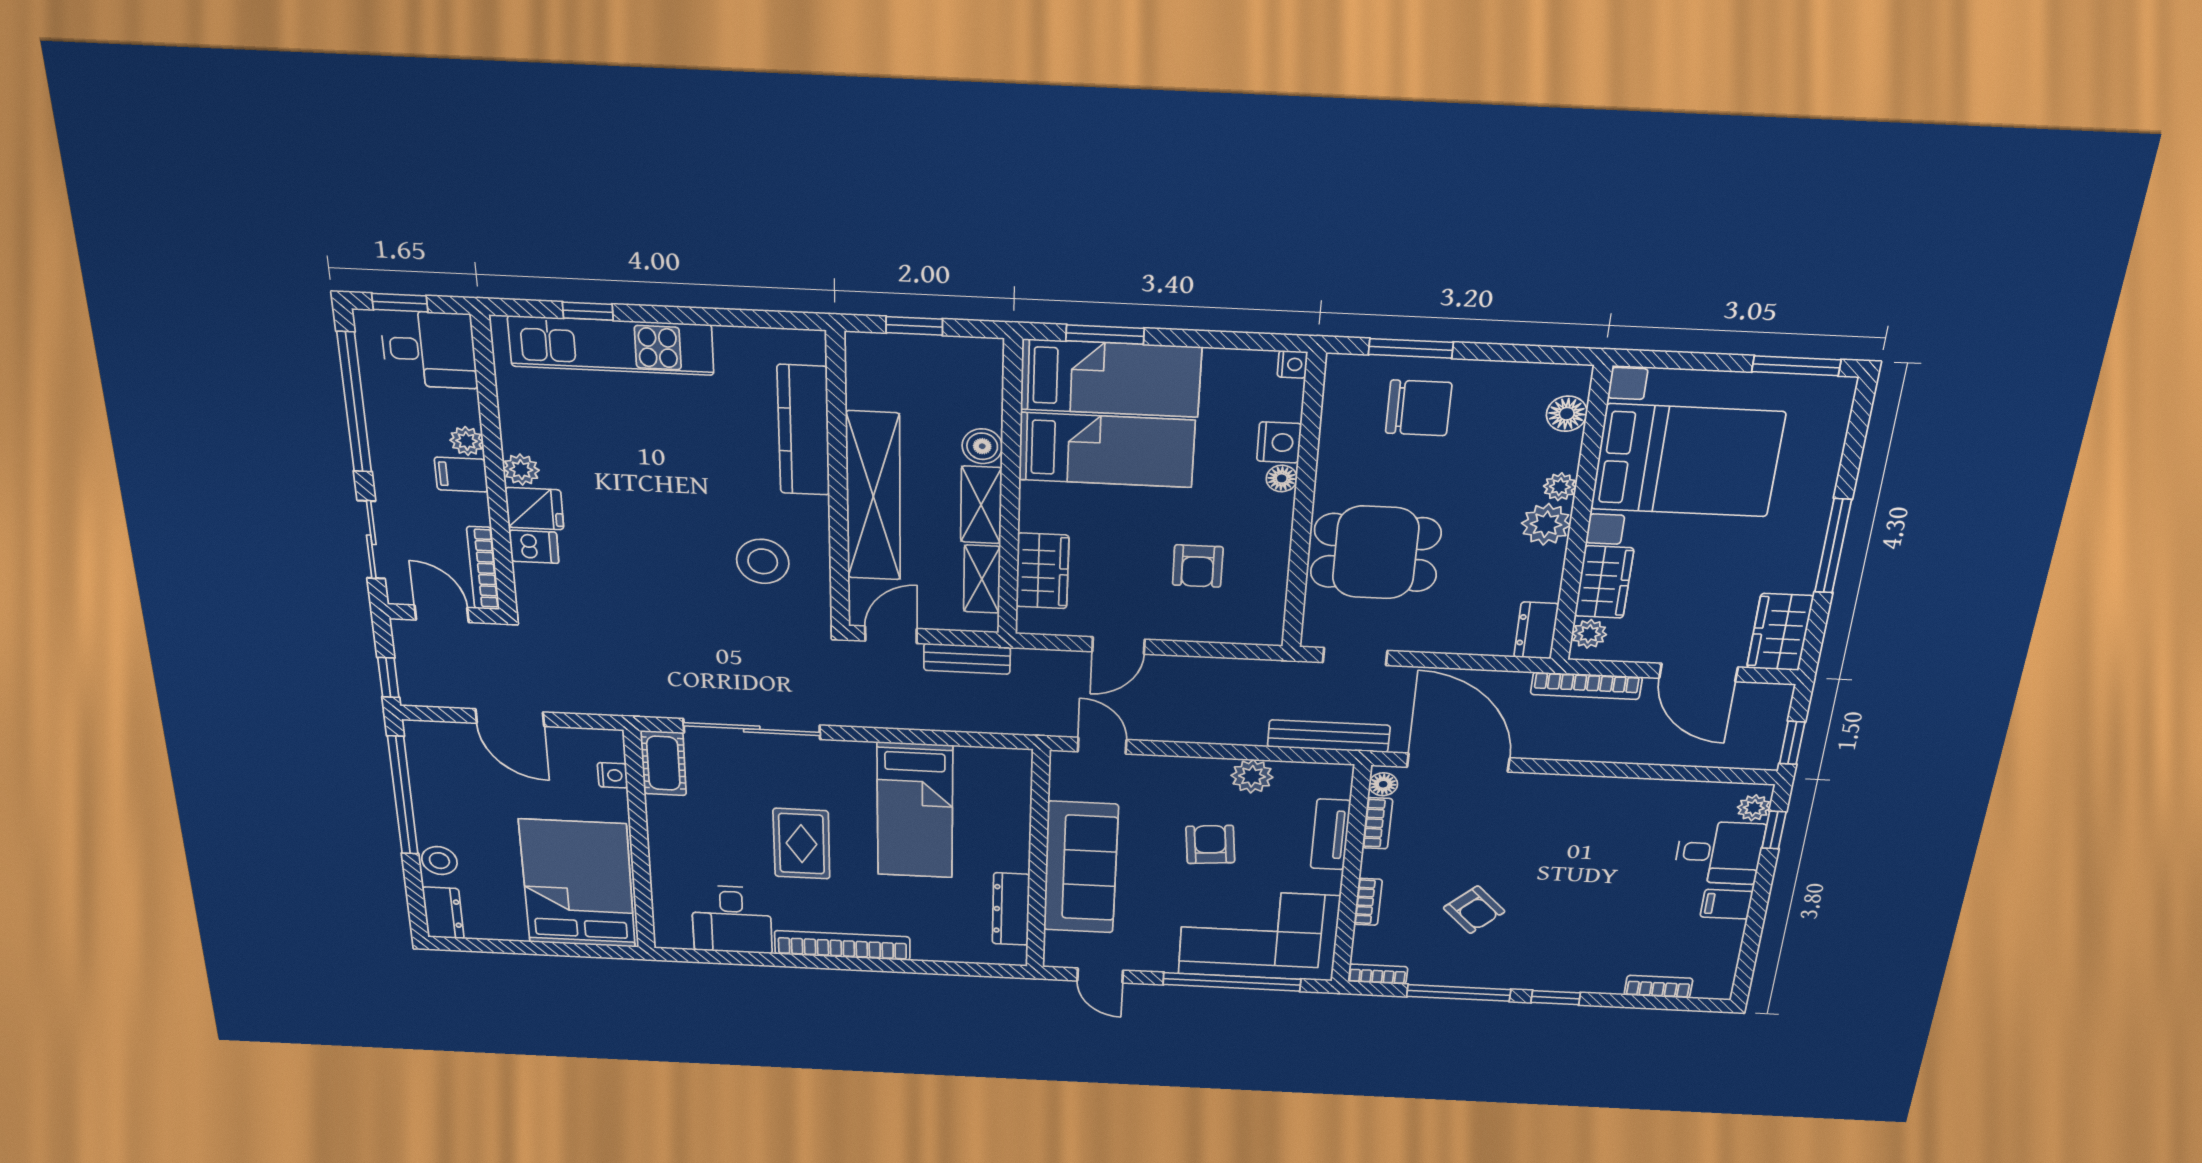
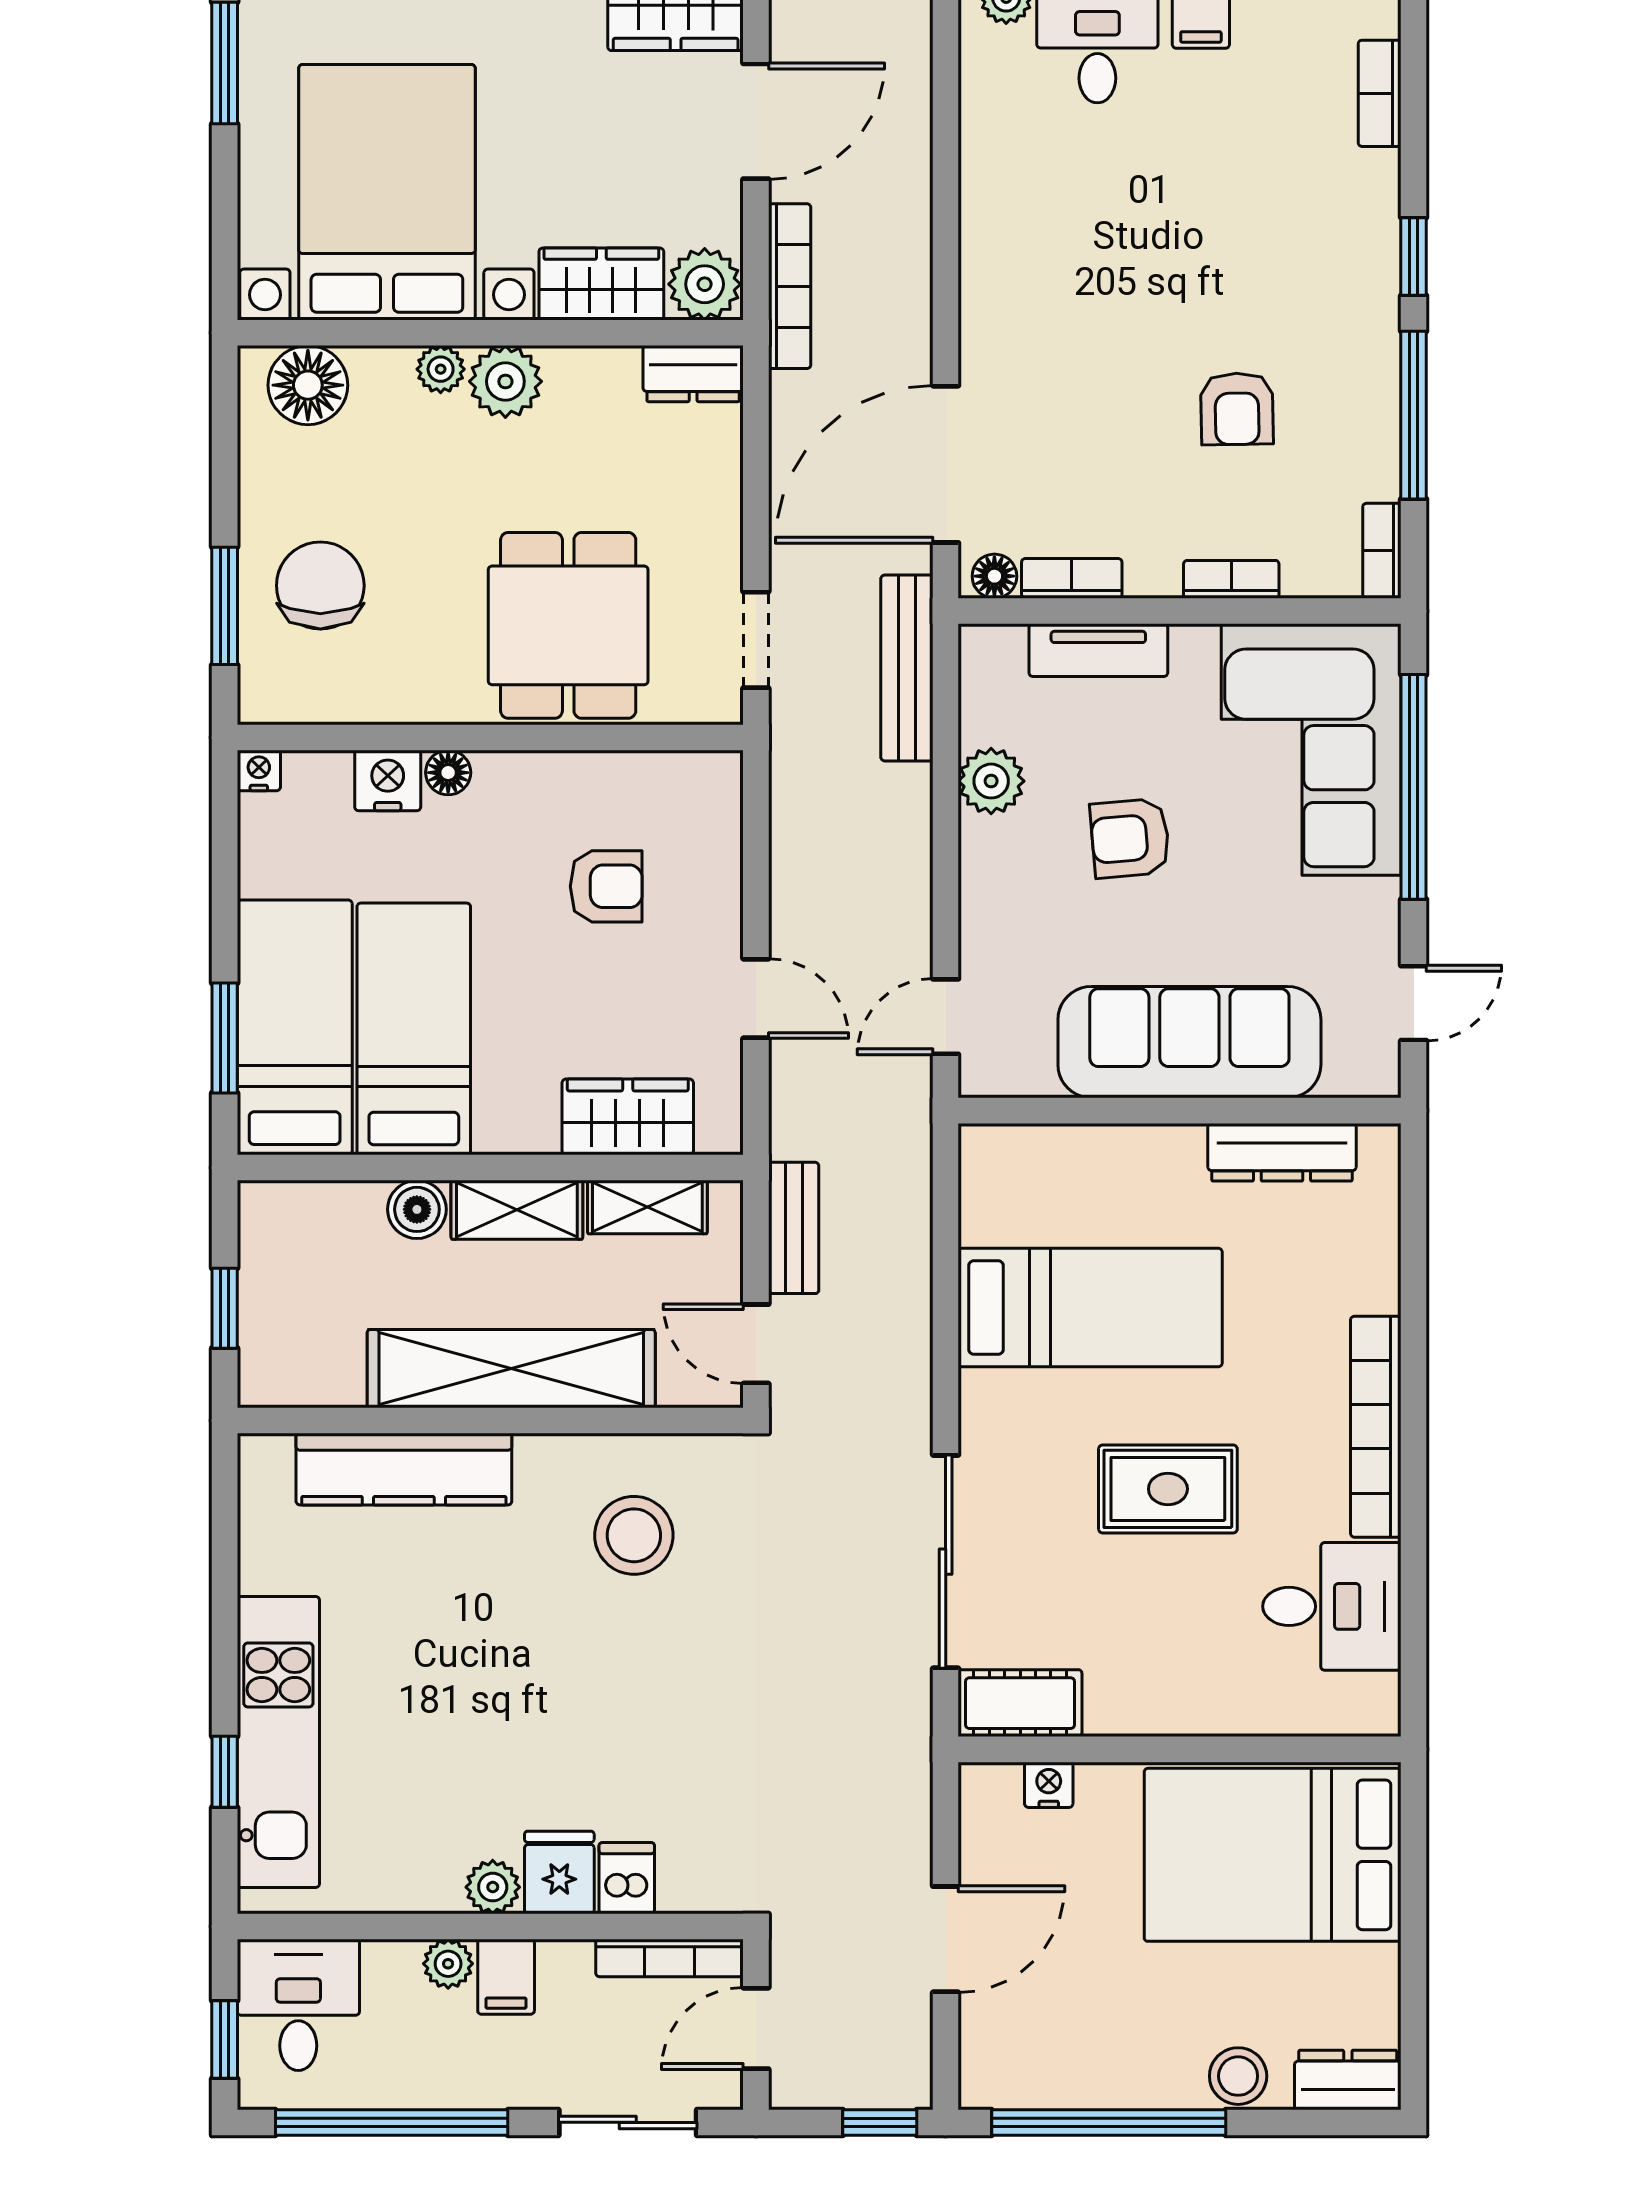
floor lamp: (1567, 414) -> (308, 385), width x1.38, depth x1.38
plant: (1589, 634) -> (705, 284), width x1.38, depth x1.38
armchair: (1474, 910) -> (1237, 409), turned 133

